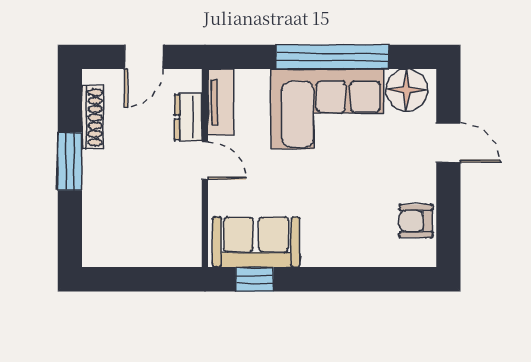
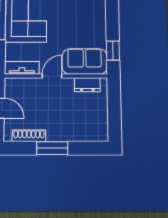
dresser: (188, 117) -> (87, 85), moved
sofa: (256, 242) -> (85, 62), moved, turned 90

